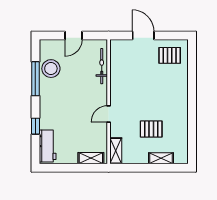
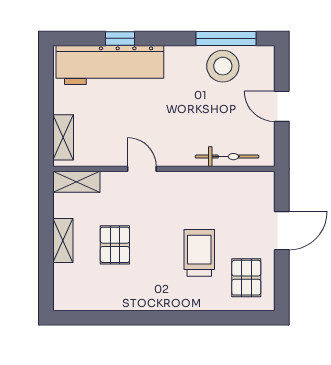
window: (35, 79) -> (226, 38), moved
trolley: (156, 82) -> (199, 253), added
workbench: (48, 146) -> (110, 65), width x1.88, depth x1.32
shelving: (161, 158) -> (63, 241), moved

